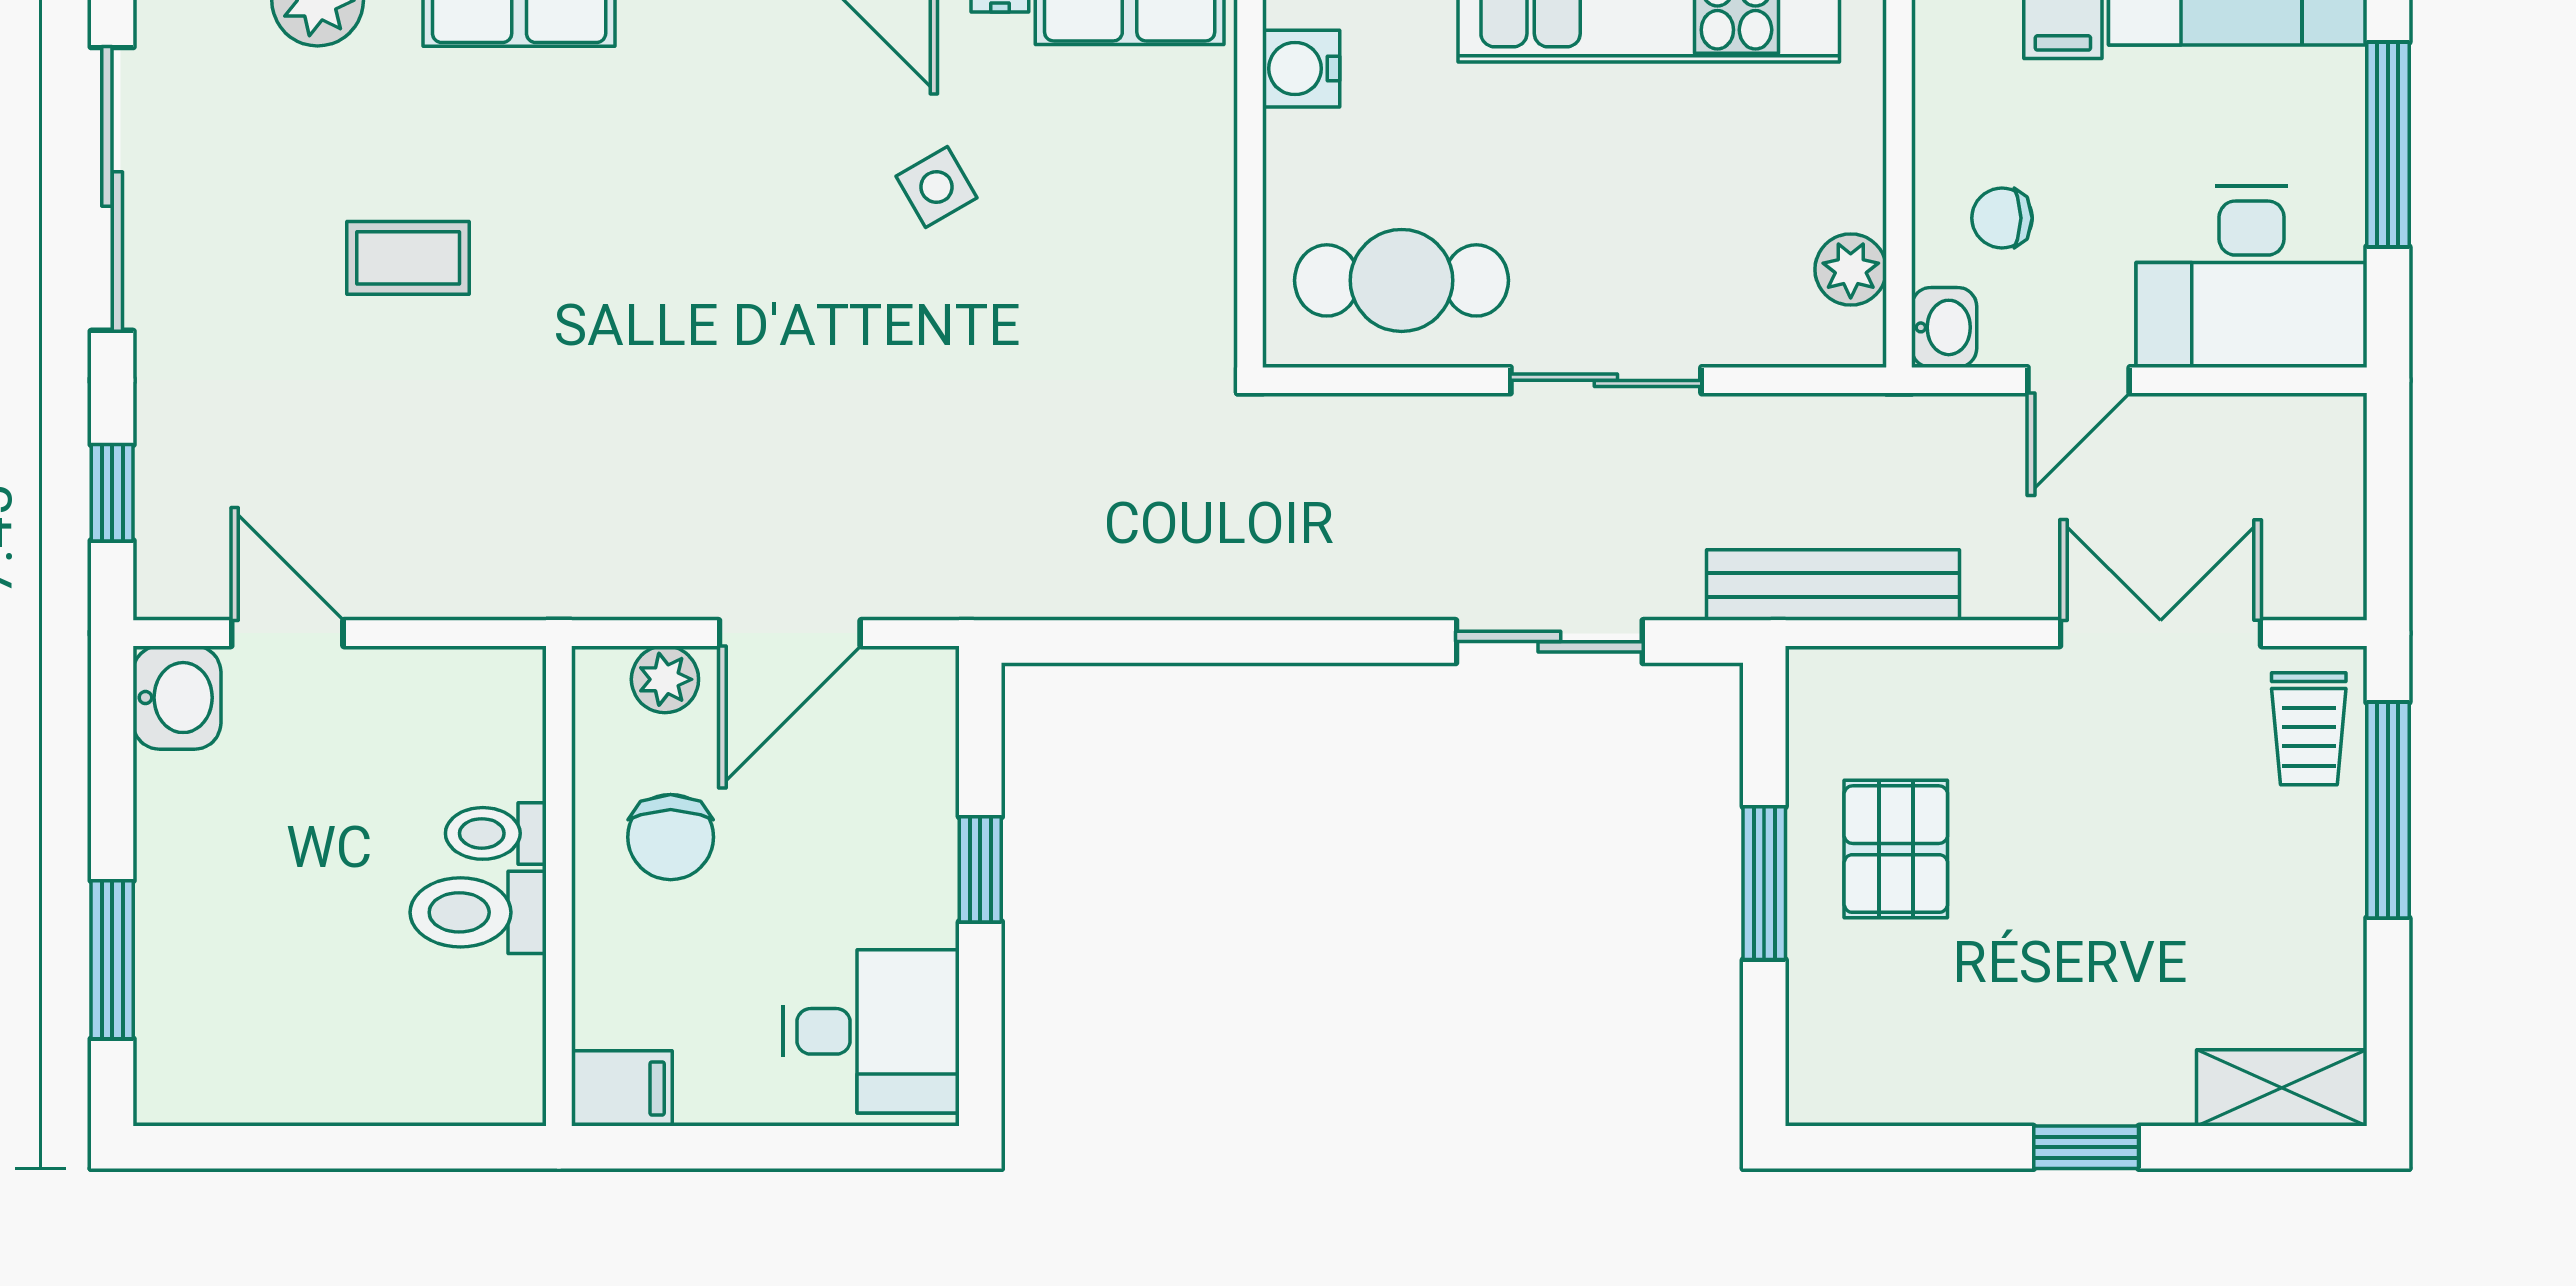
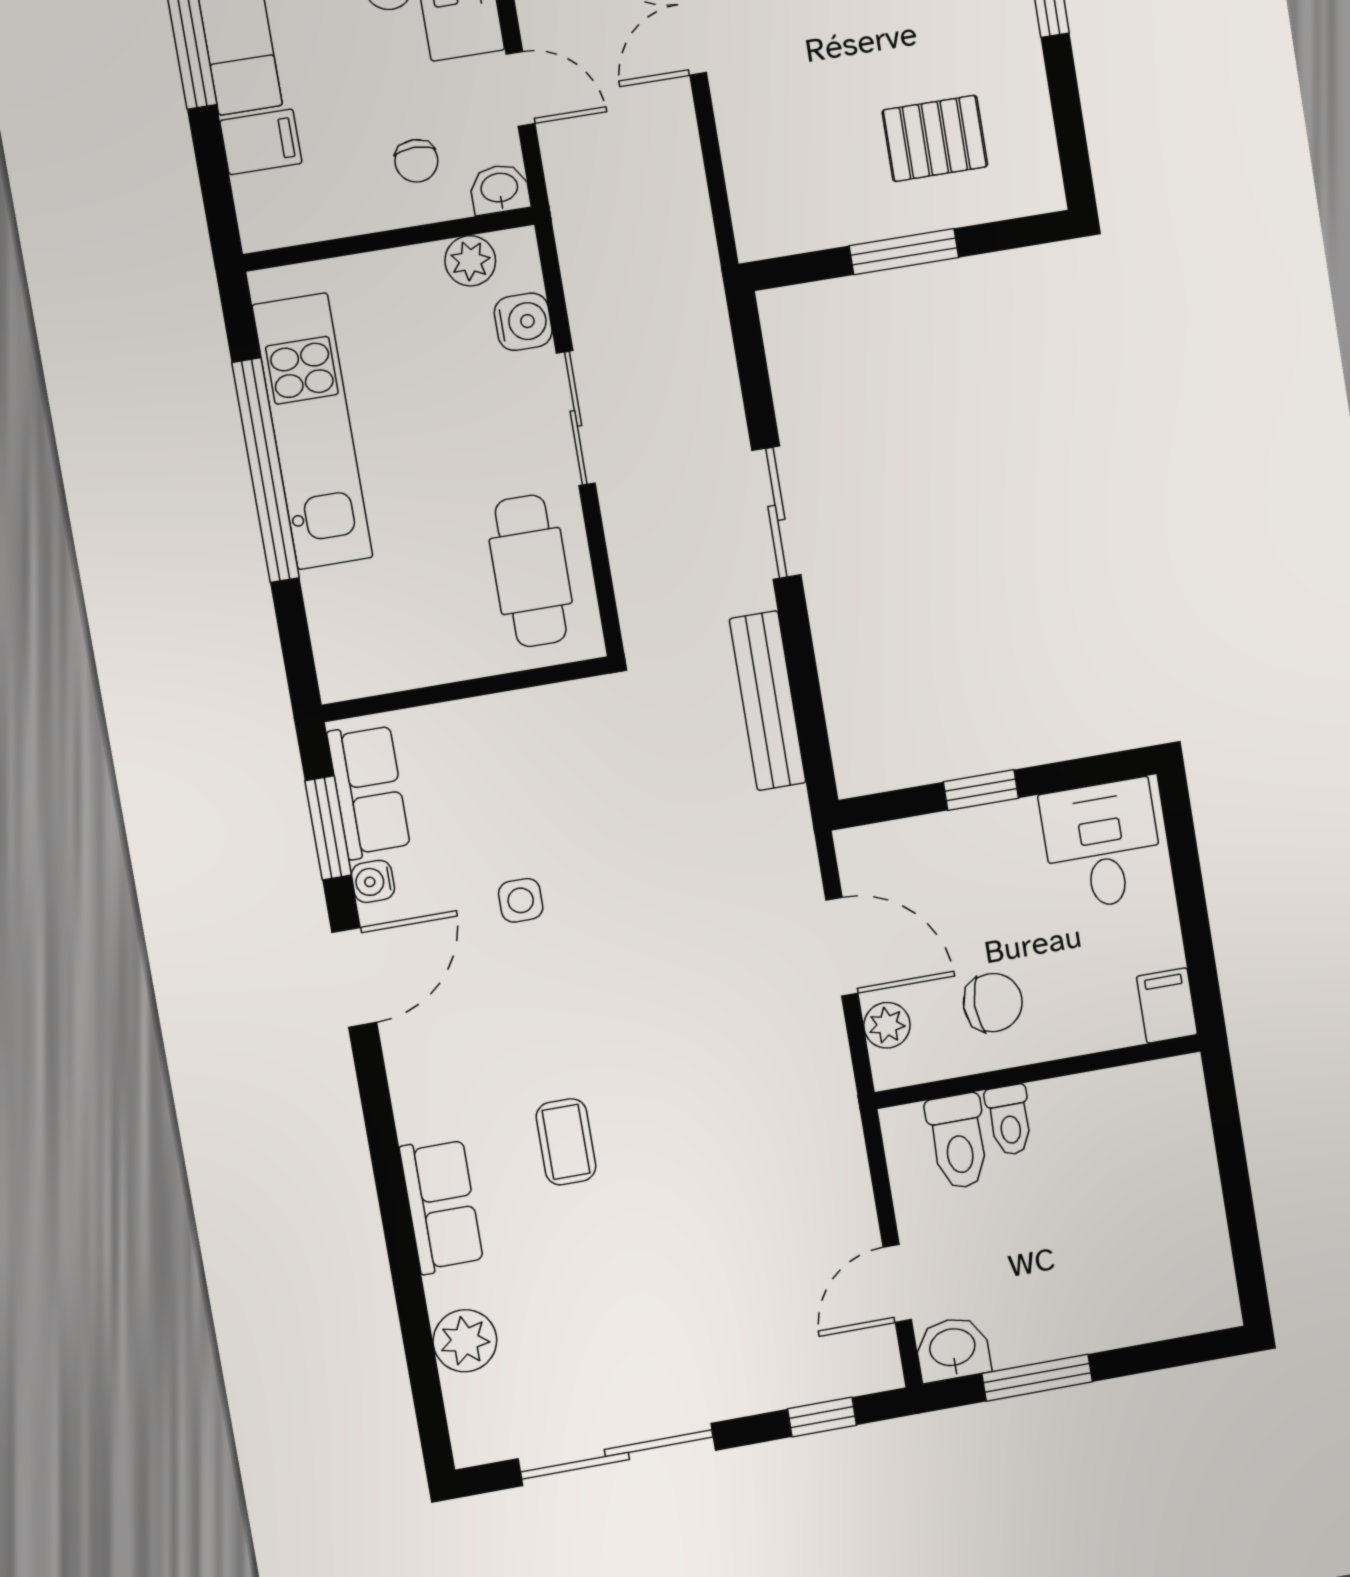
water cooler: (1301, 69) -> (523, 322), moved, turned -90
side table: (936, 187) -> (521, 900), turned 30
coffee table: (408, 258) -> (566, 1142), moved
bench: (1833, 585) -> (768, 701), moved
sliding door: (1549, 642) -> (776, 513), moved
pallet: (1896, 849) -> (935, 138), moved
toilet: (478, 912) -> (958, 1141), moved
window: (112, 960) -> (1037, 1378), moved

